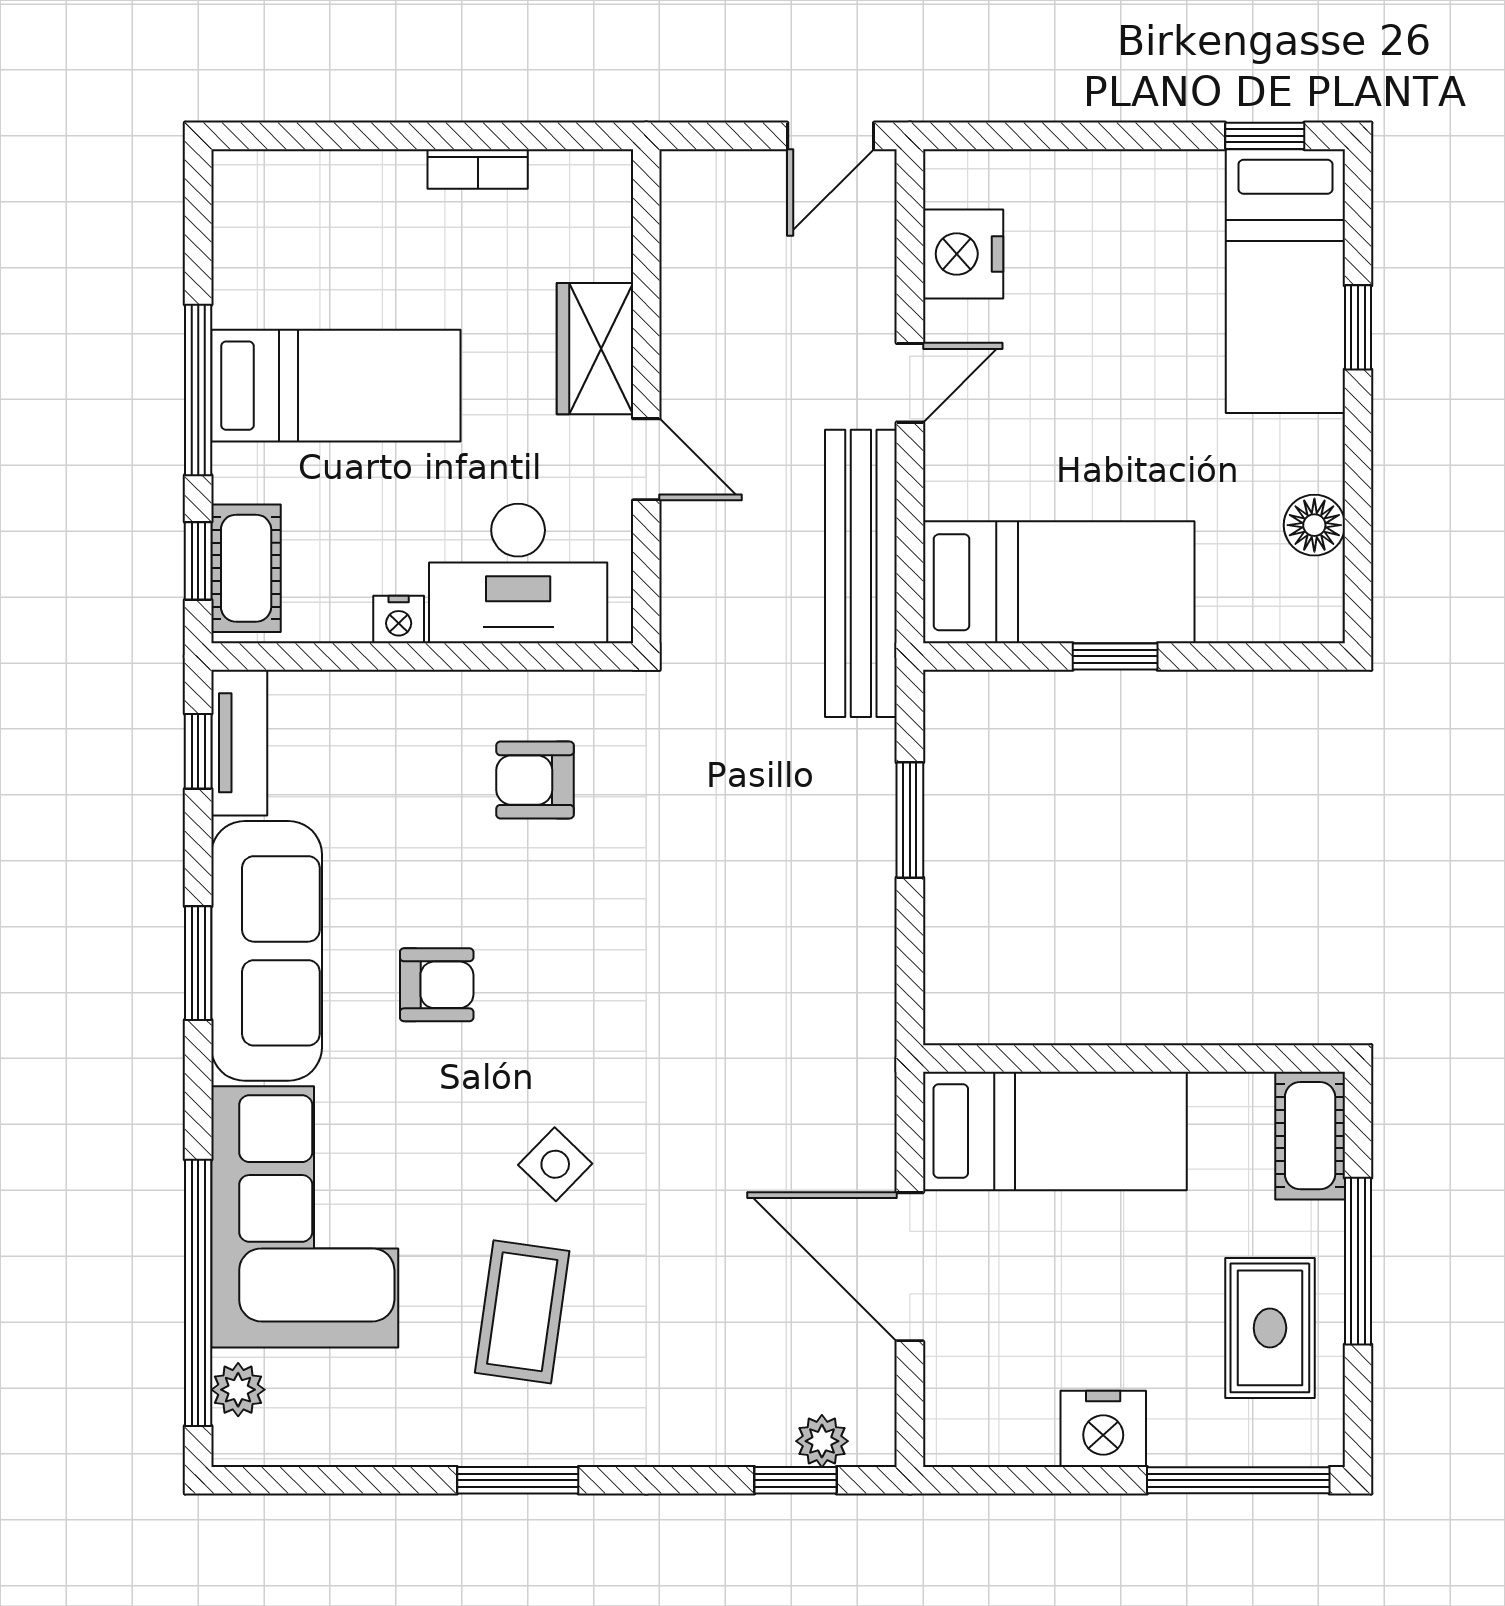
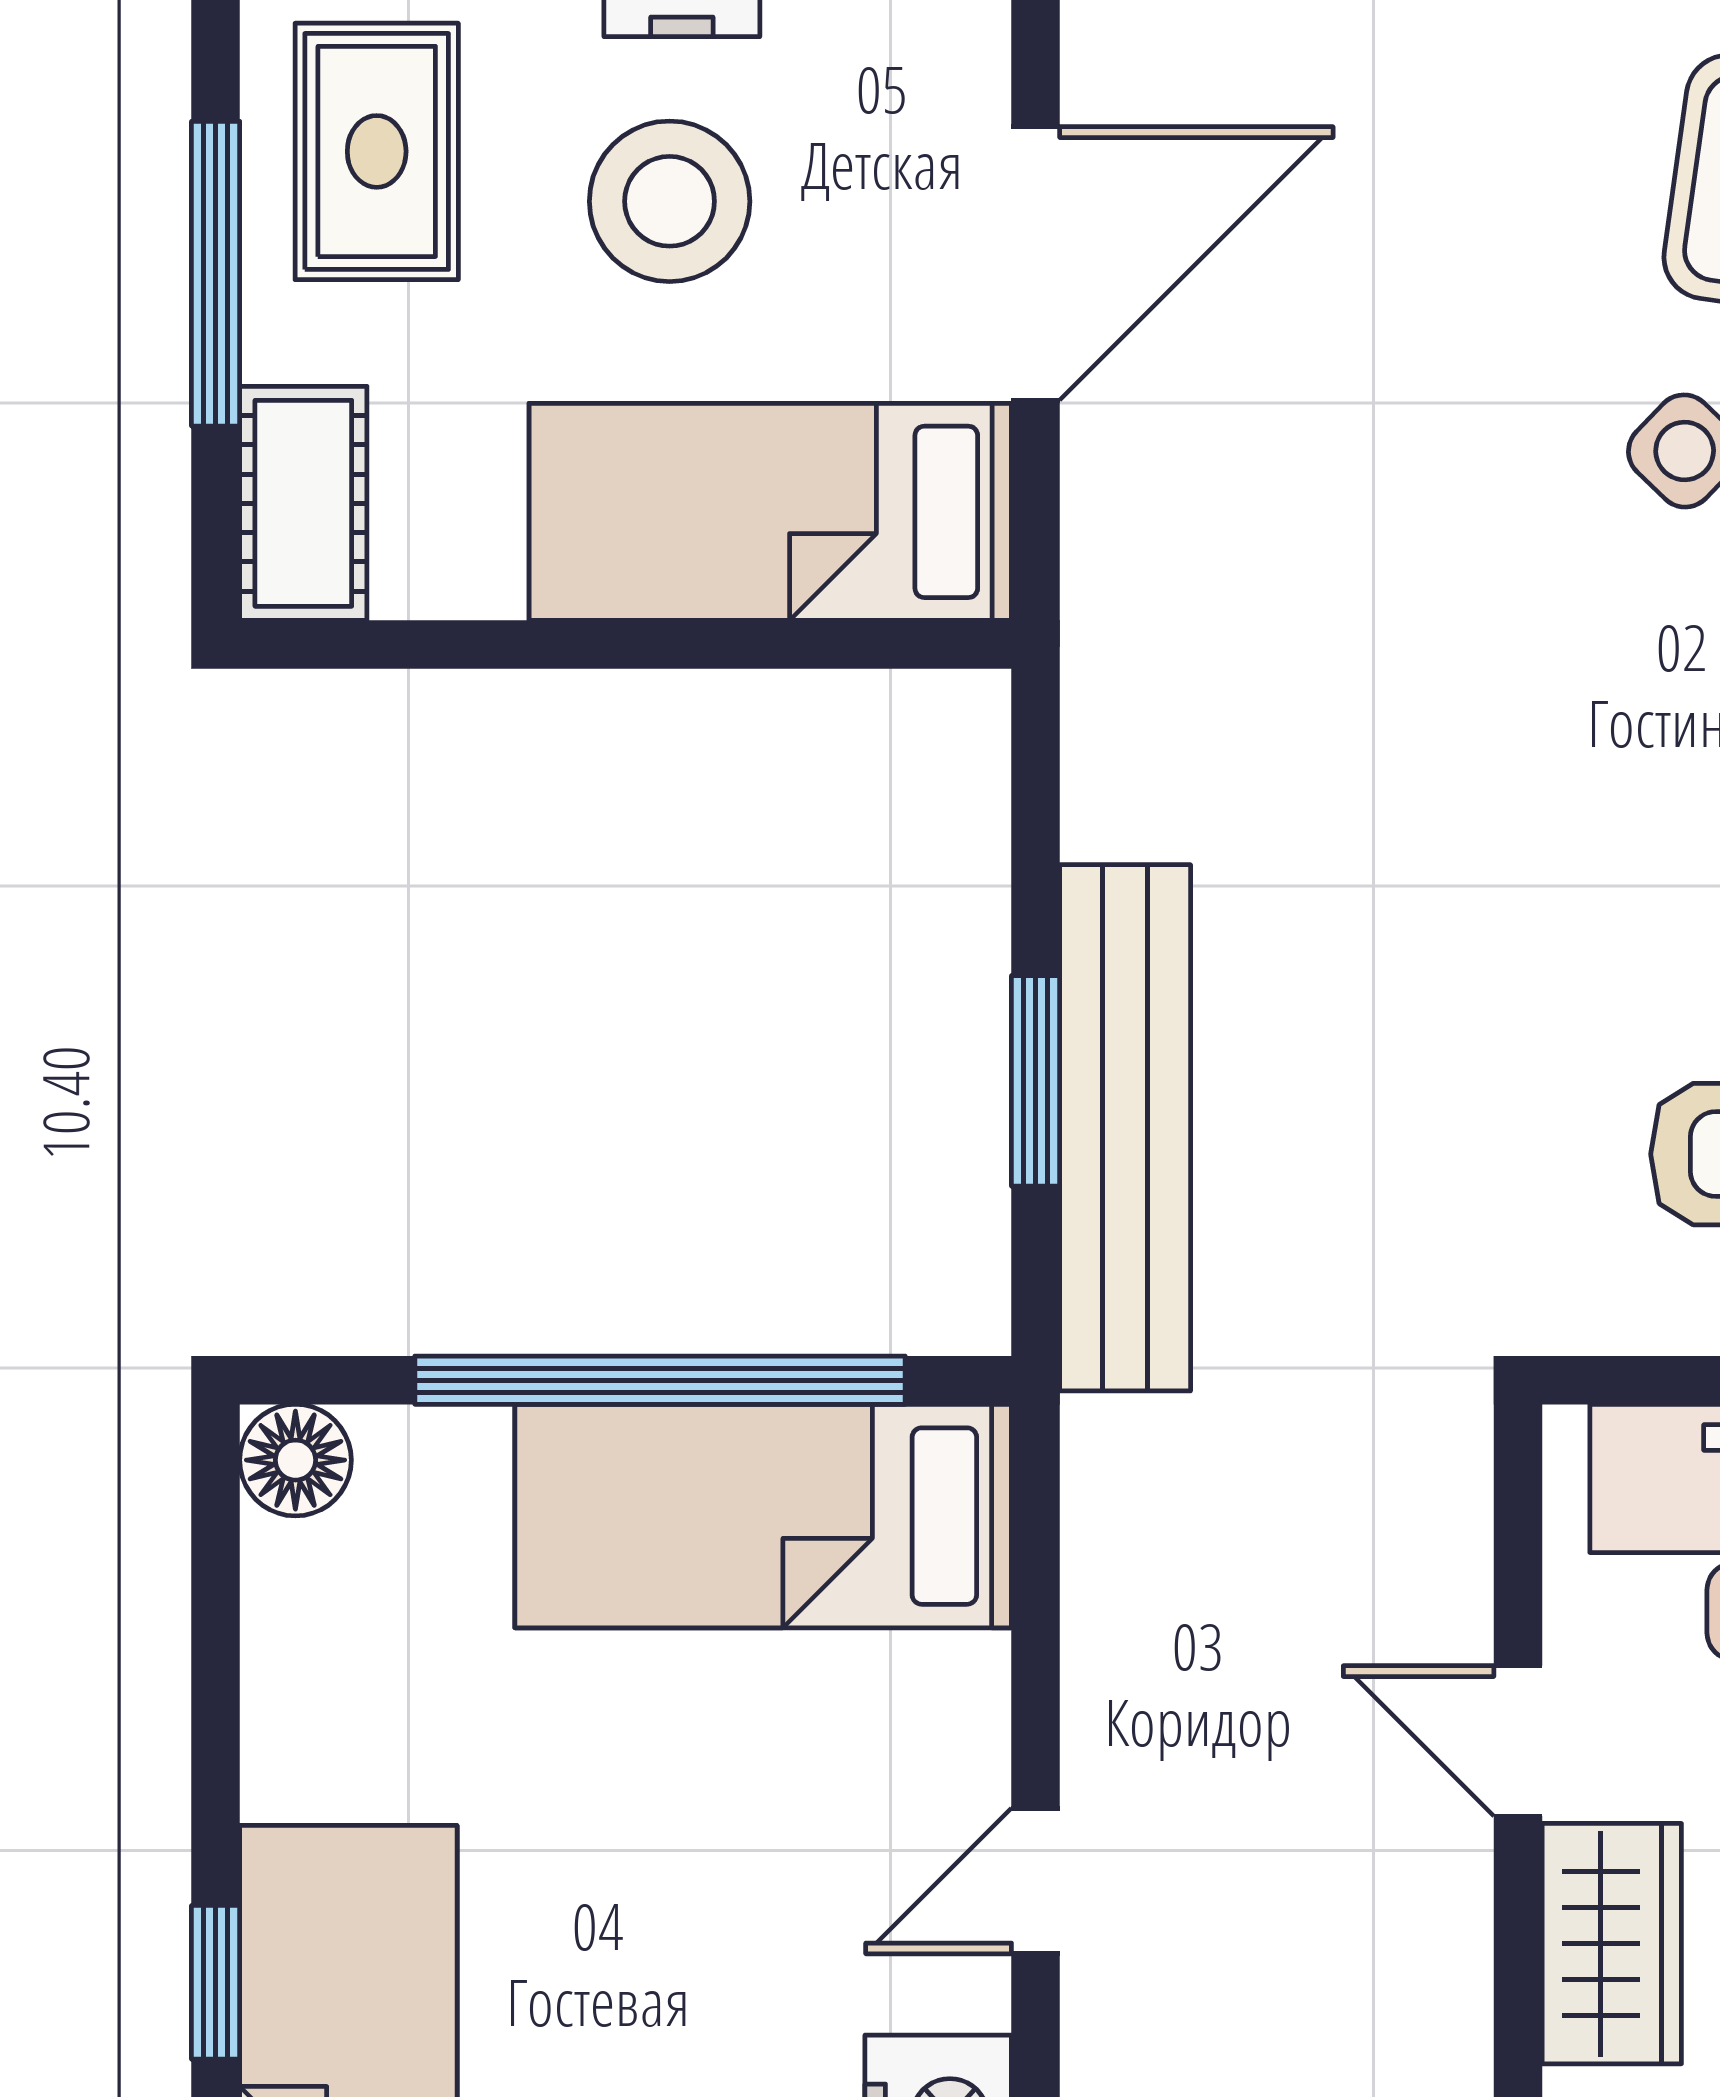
floor lamp: (1314, 525) -> (295, 1460), moved
bench: (861, 573) -> (1125, 1128), moved
window: (1115, 656) -> (660, 1380), width x3.17
door: (910, 1267) -> (1036, 263), hinge flipped
stool: (1110, 1301) -> (670, 201), added

